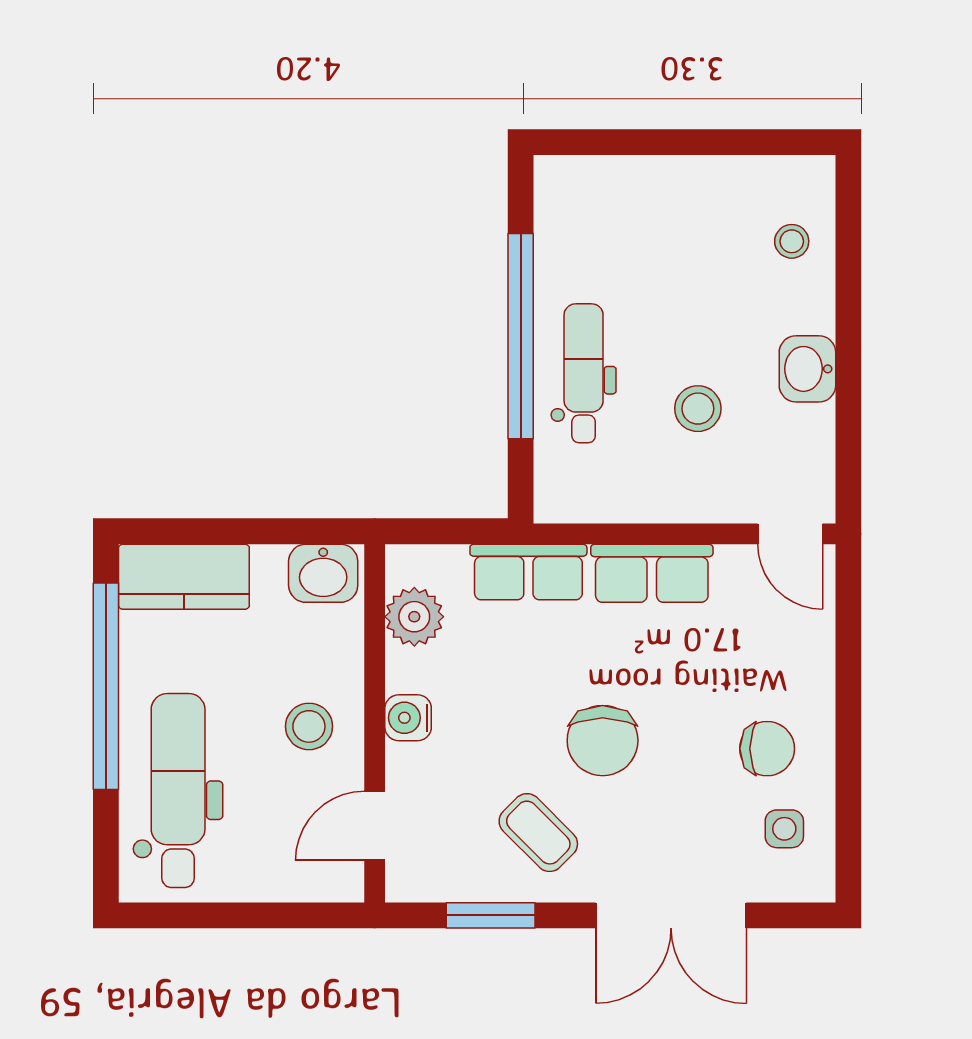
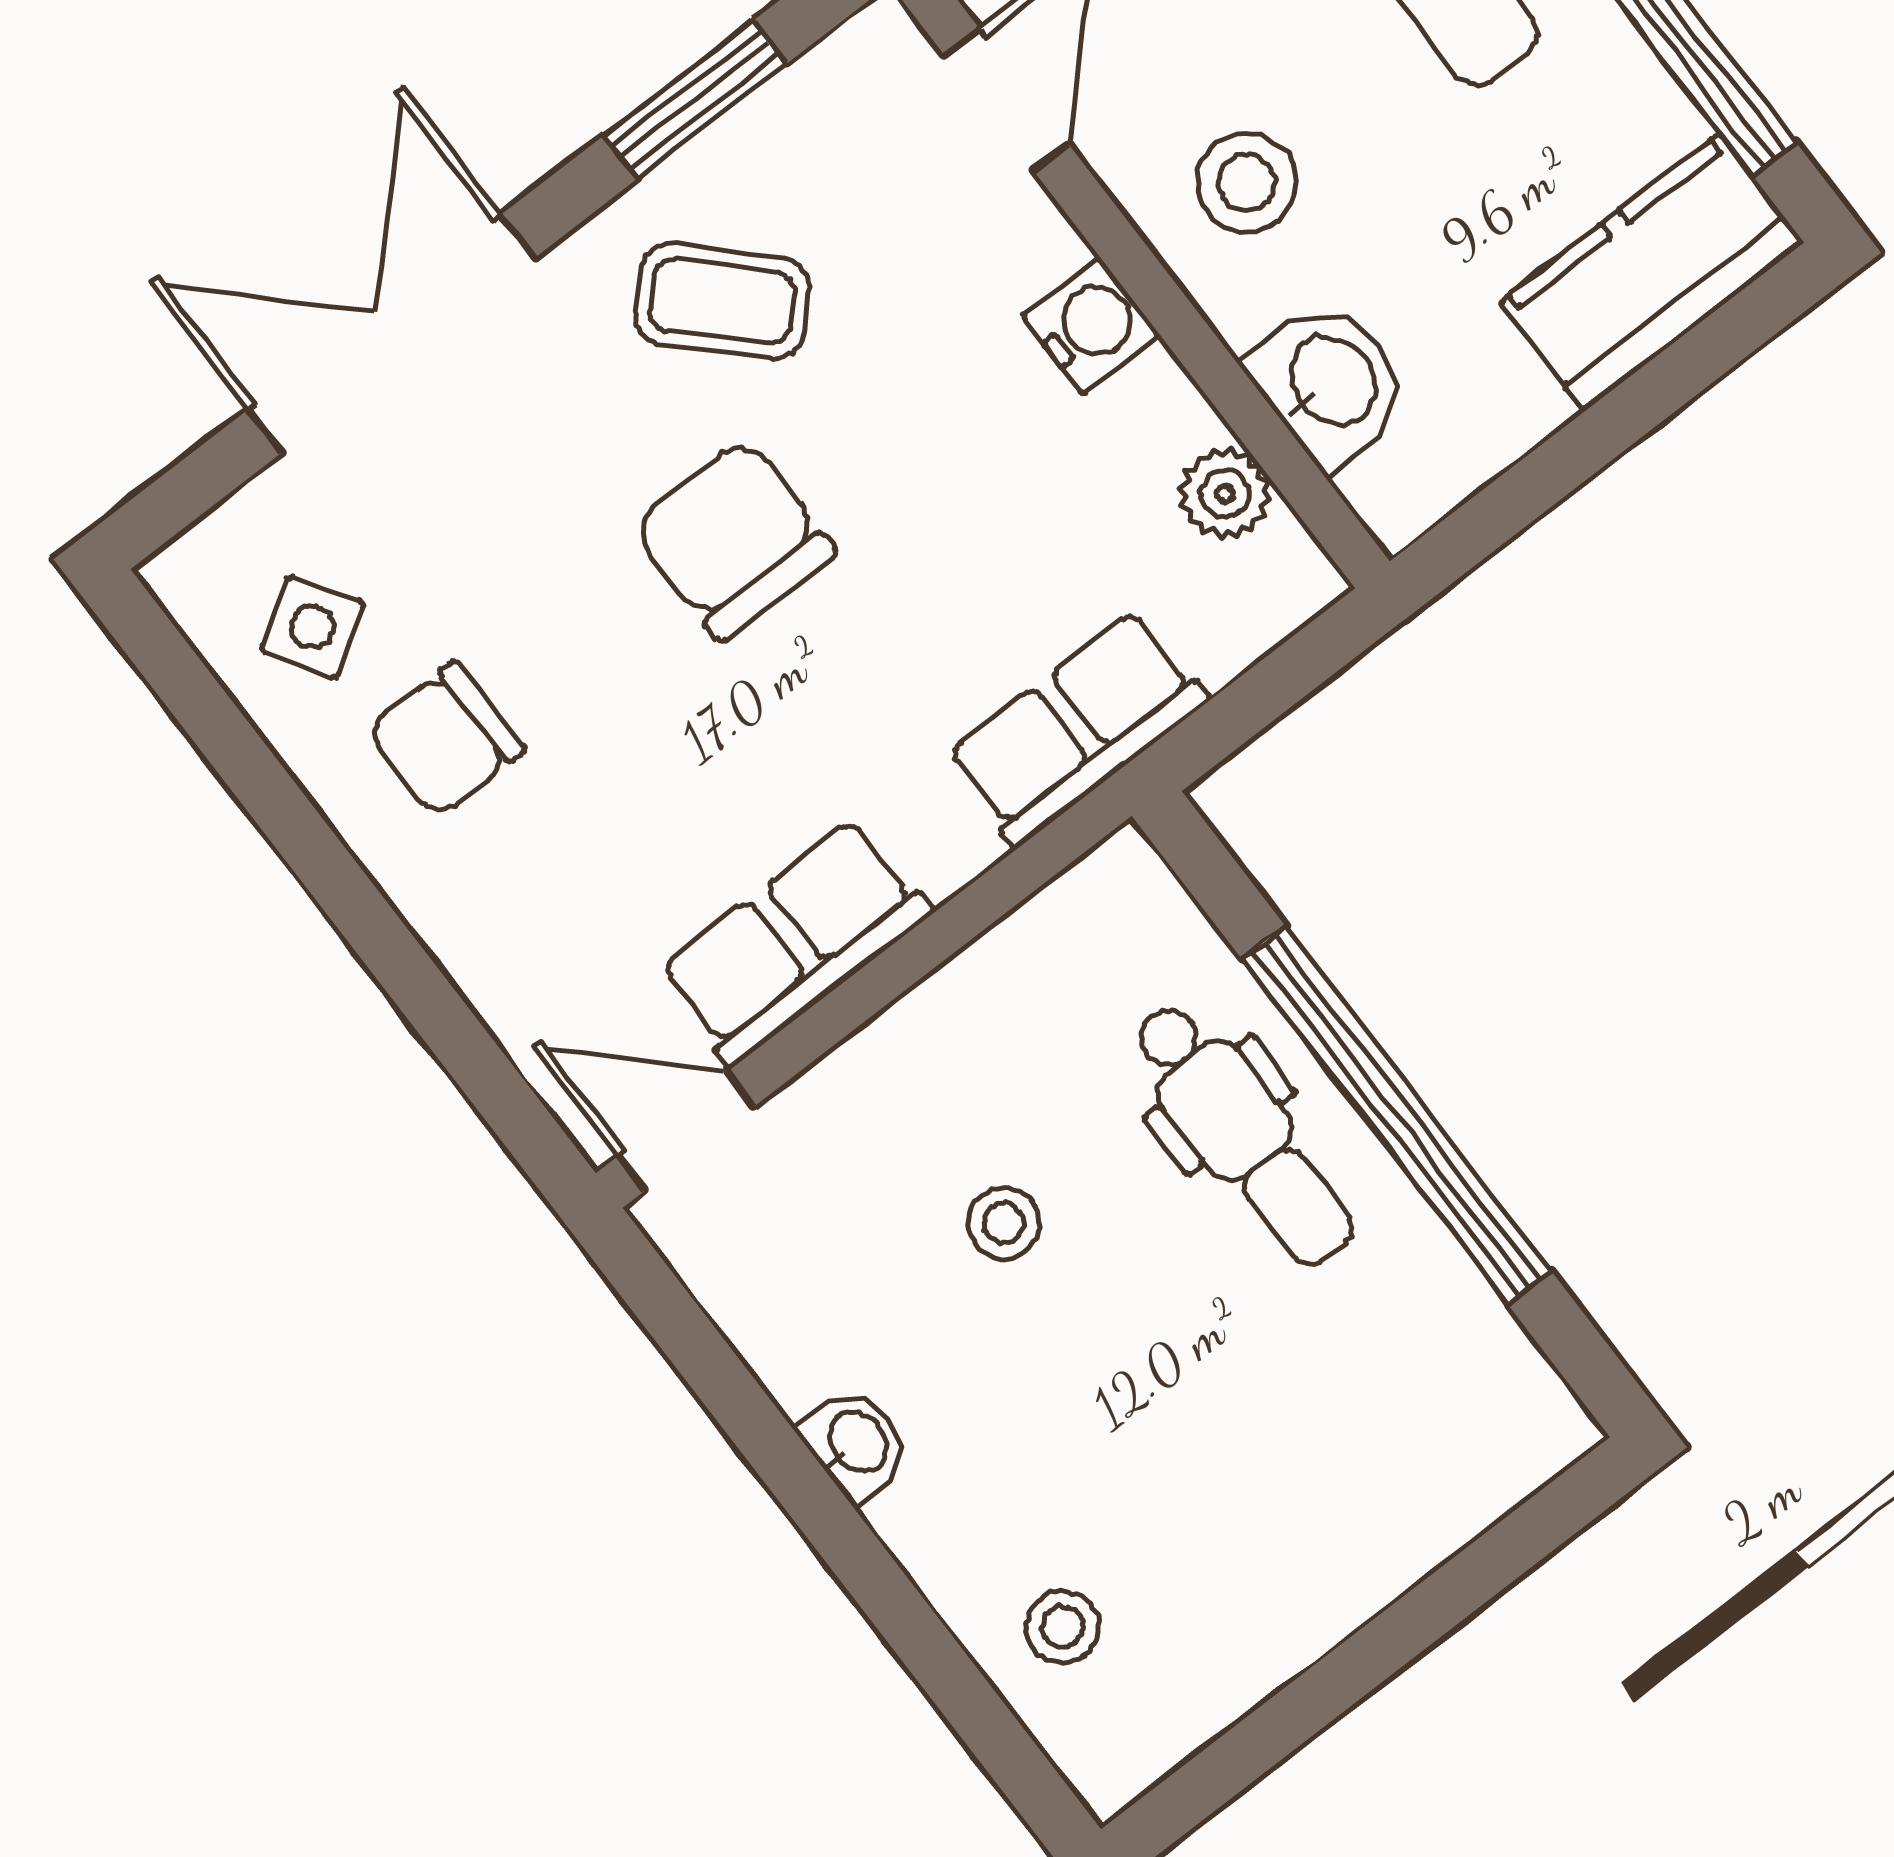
washbasin: (807, 369) -> (856, 1444), width x0.72, depth x0.69
stool: (698, 409) -> (1004, 1223), width x0.73, depth x0.73
washbasin: (323, 573) -> (1331, 383), moved, turned 90
row of seats: (652, 573) -> (795, 942), moved
plant: (414, 617) -> (1225, 494), width x0.73, depth x0.73
side table: (784, 829) -> (312, 627), turned -32

